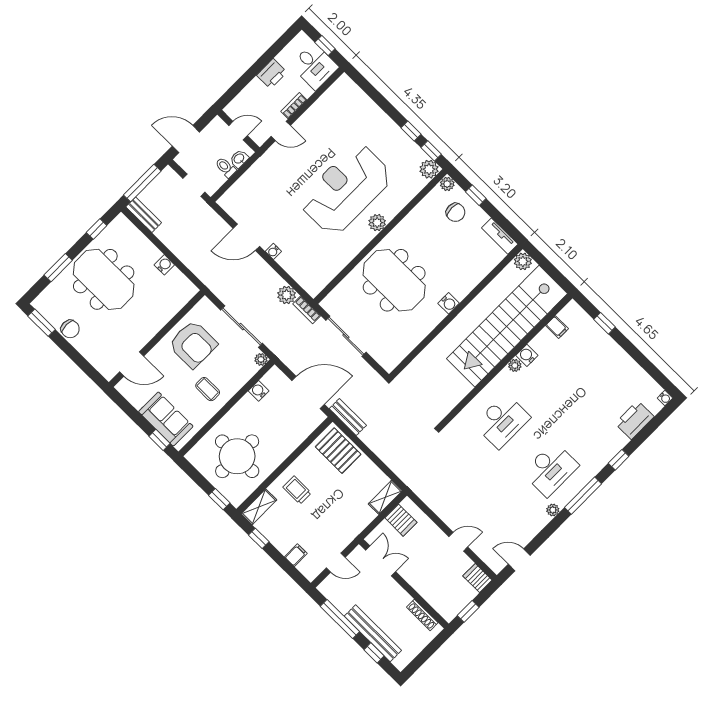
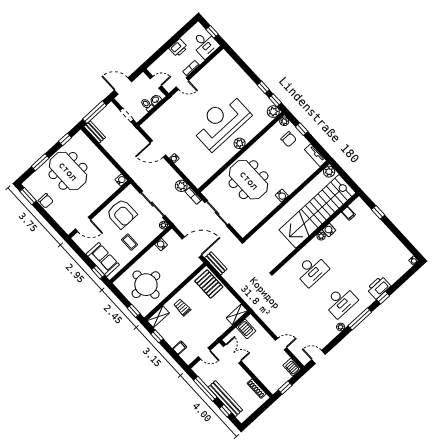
water cooler: (164, 265) -> (121, 180), moved
printer: (634, 420) -> (379, 287), moved

